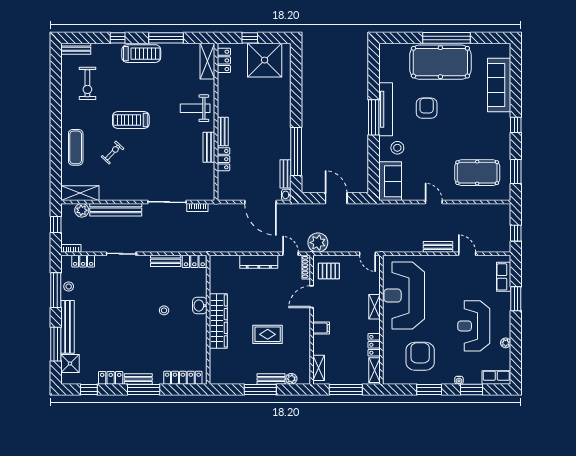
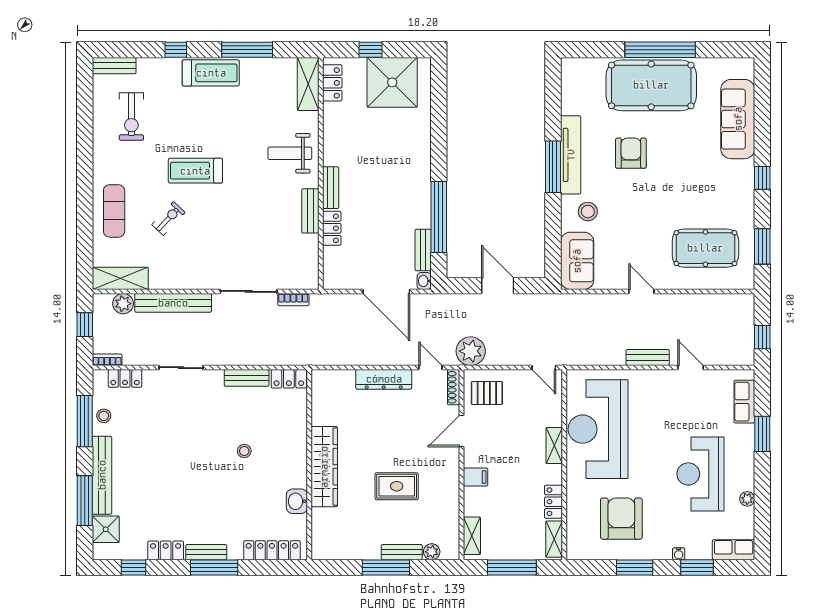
washbasin: (200, 306) -> (297, 501), moved

